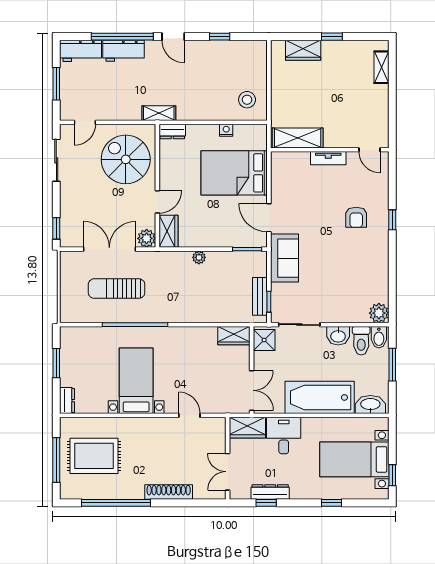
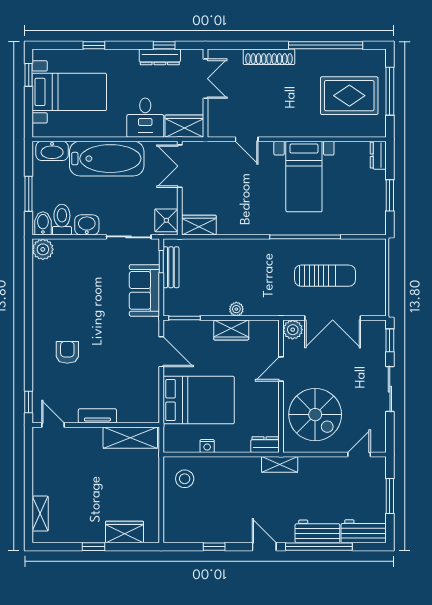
sliding door: (56, 160) -> (390, 389), moved
window: (392, 220) -> (29, 402), moved
wardrobe: (168, 231) -> (231, 330), moved, turned -90
sofa: (284, 258) -> (144, 290), moved

